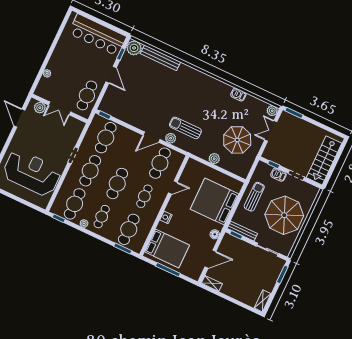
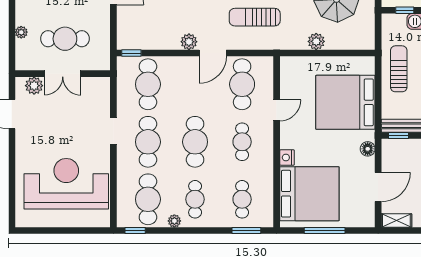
cafe table: (87, 95) -> (65, 39), moved, turned 90
plant: (171, 138) -> (189, 42), moved
cafe table: (129, 229) -> (242, 199), width x0.73, depth x0.74
bed: (167, 249) -> (309, 194), width x1.36

